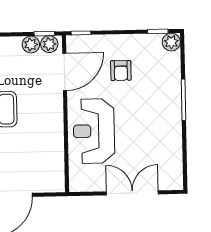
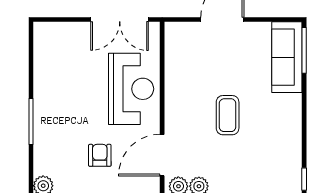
double door: (132, 193) -> (120, 19), moved

